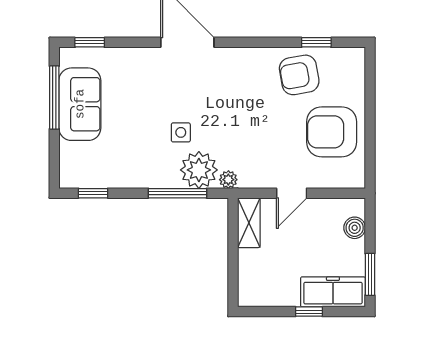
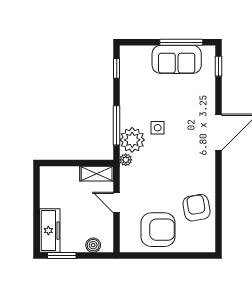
window: (316, 42) -> (219, 219), removed
armchair: (332, 132) -> (158, 230), turned 90
window: (309, 312) -> (37, 214), removed

